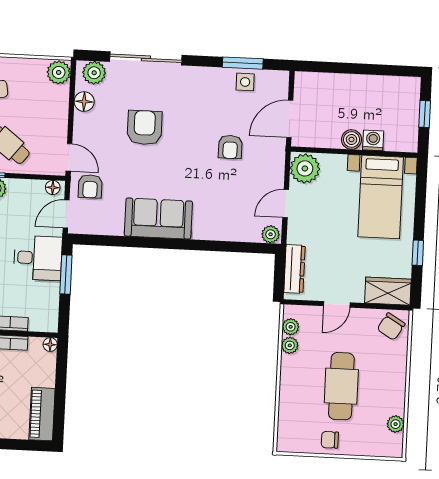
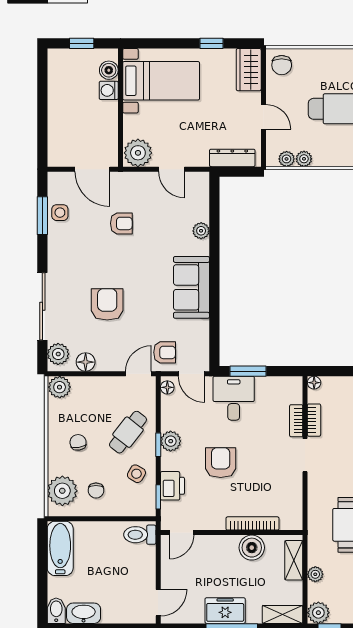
armchair: (145, 128) -> (107, 304), turned 90
boiler: (352, 139) -> (109, 70), moved
plant: (271, 234) -> (201, 231), moved
chair: (391, 327) -> (282, 65), turned 59

